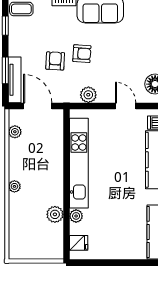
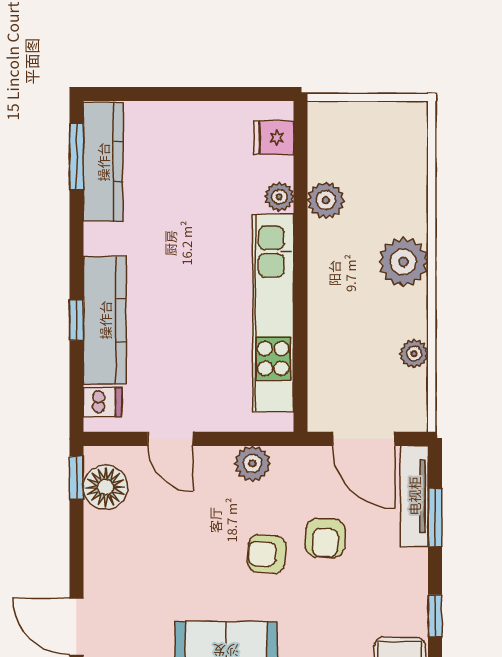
plant: (15, 132) -> (414, 354), moved
plant: (14, 186) -> (403, 262), width x1.88, depth x1.88

